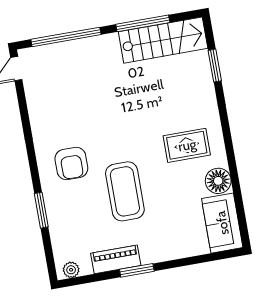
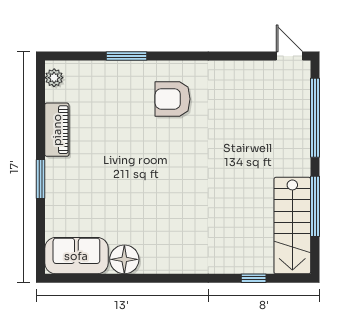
window: (215, 66) -> (254, 278), width x0.67
rug: (187, 145) -> (170, 231), removed
coffee table: (125, 191) -> (131, 153), removed
window: (137, 270) -> (41, 179), moved

